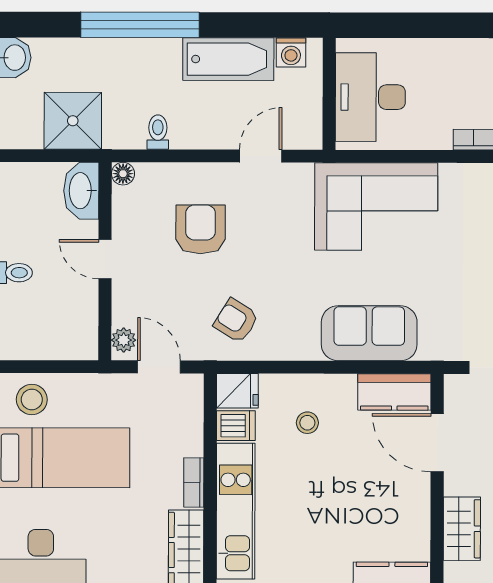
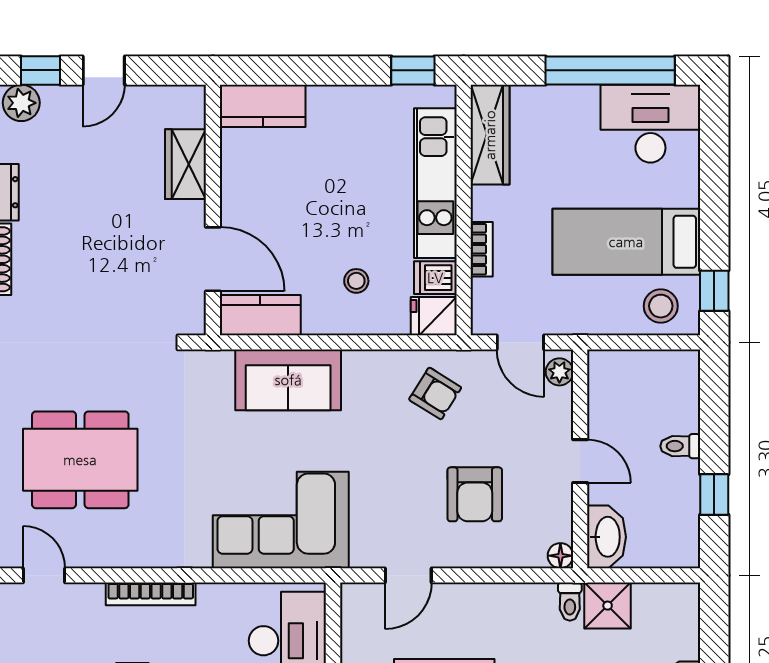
shower: (73, 121) -> (608, 606), width x0.73, depth x0.73
toilet: (158, 132) -> (570, 602), moved
bookcase: (194, 482) -> (482, 249), moved

